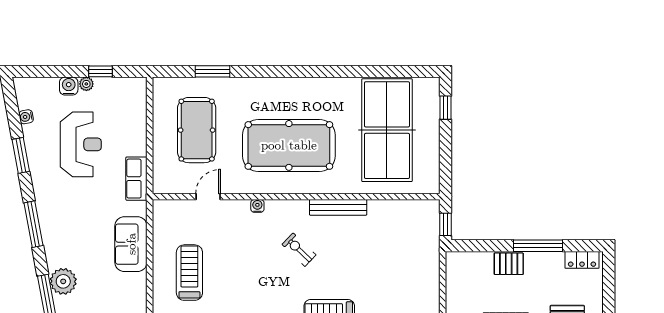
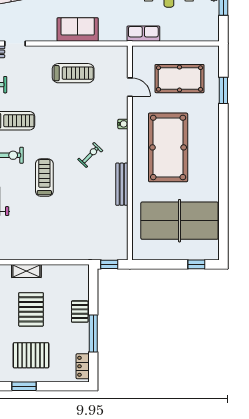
sofa: (131, 244) -> (78, 29), moved

